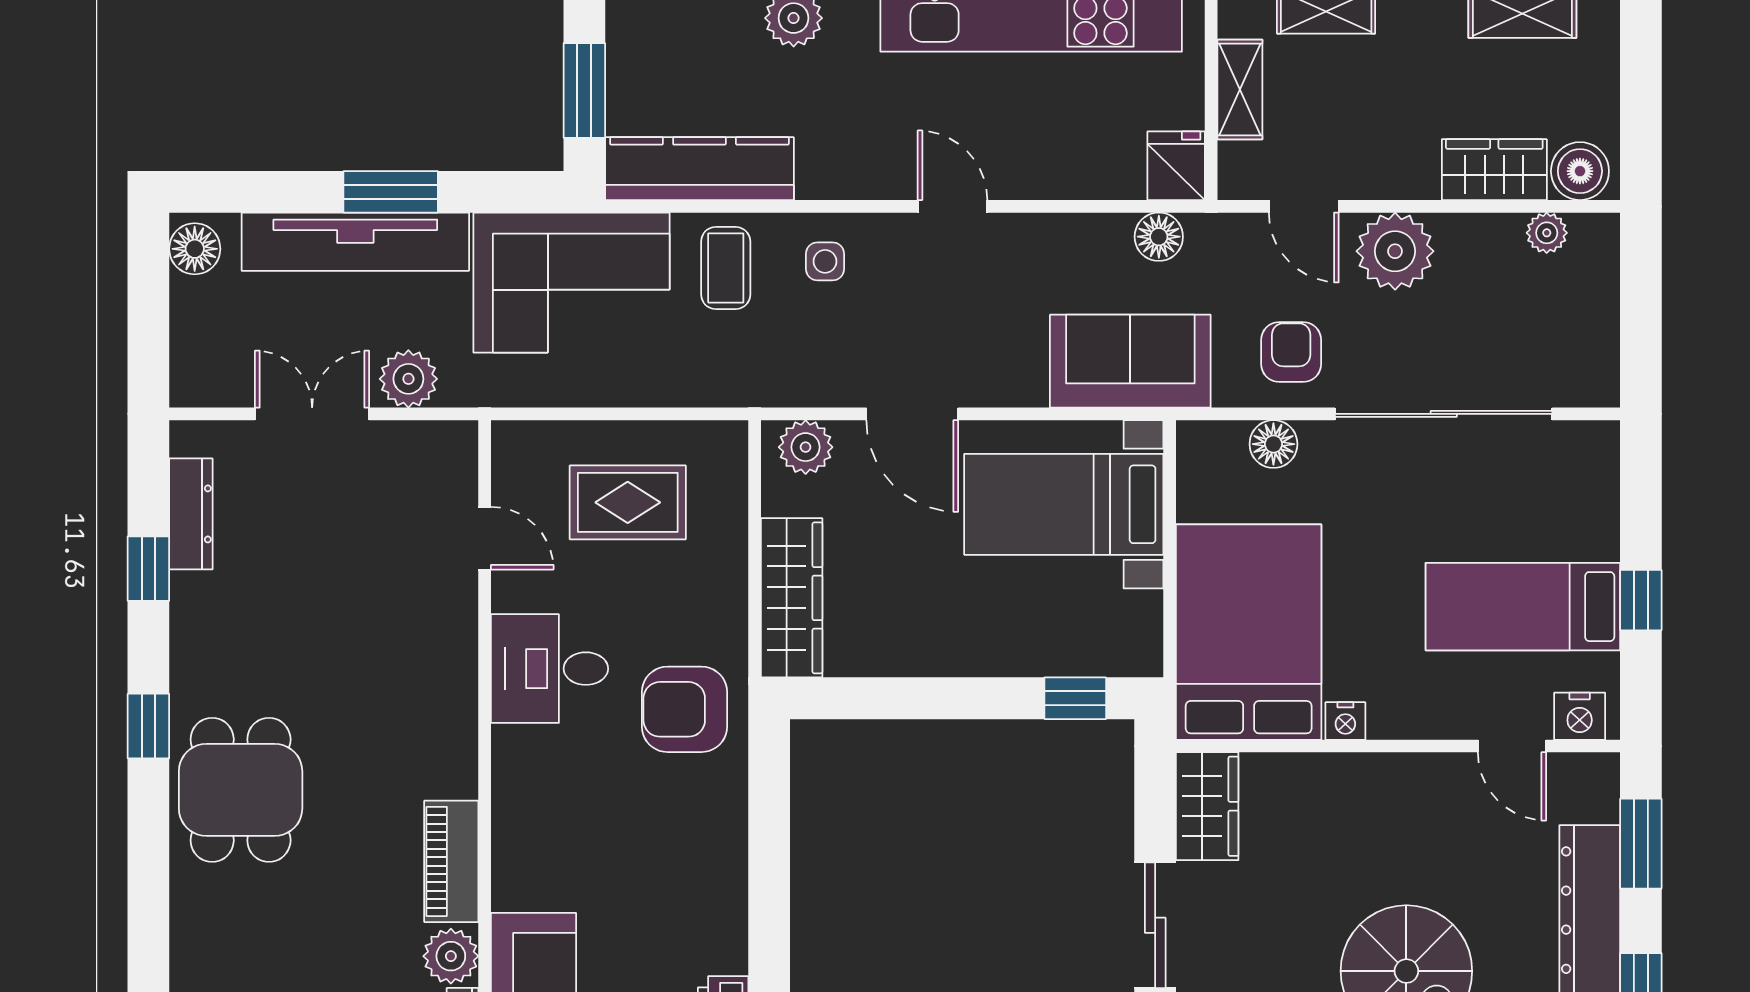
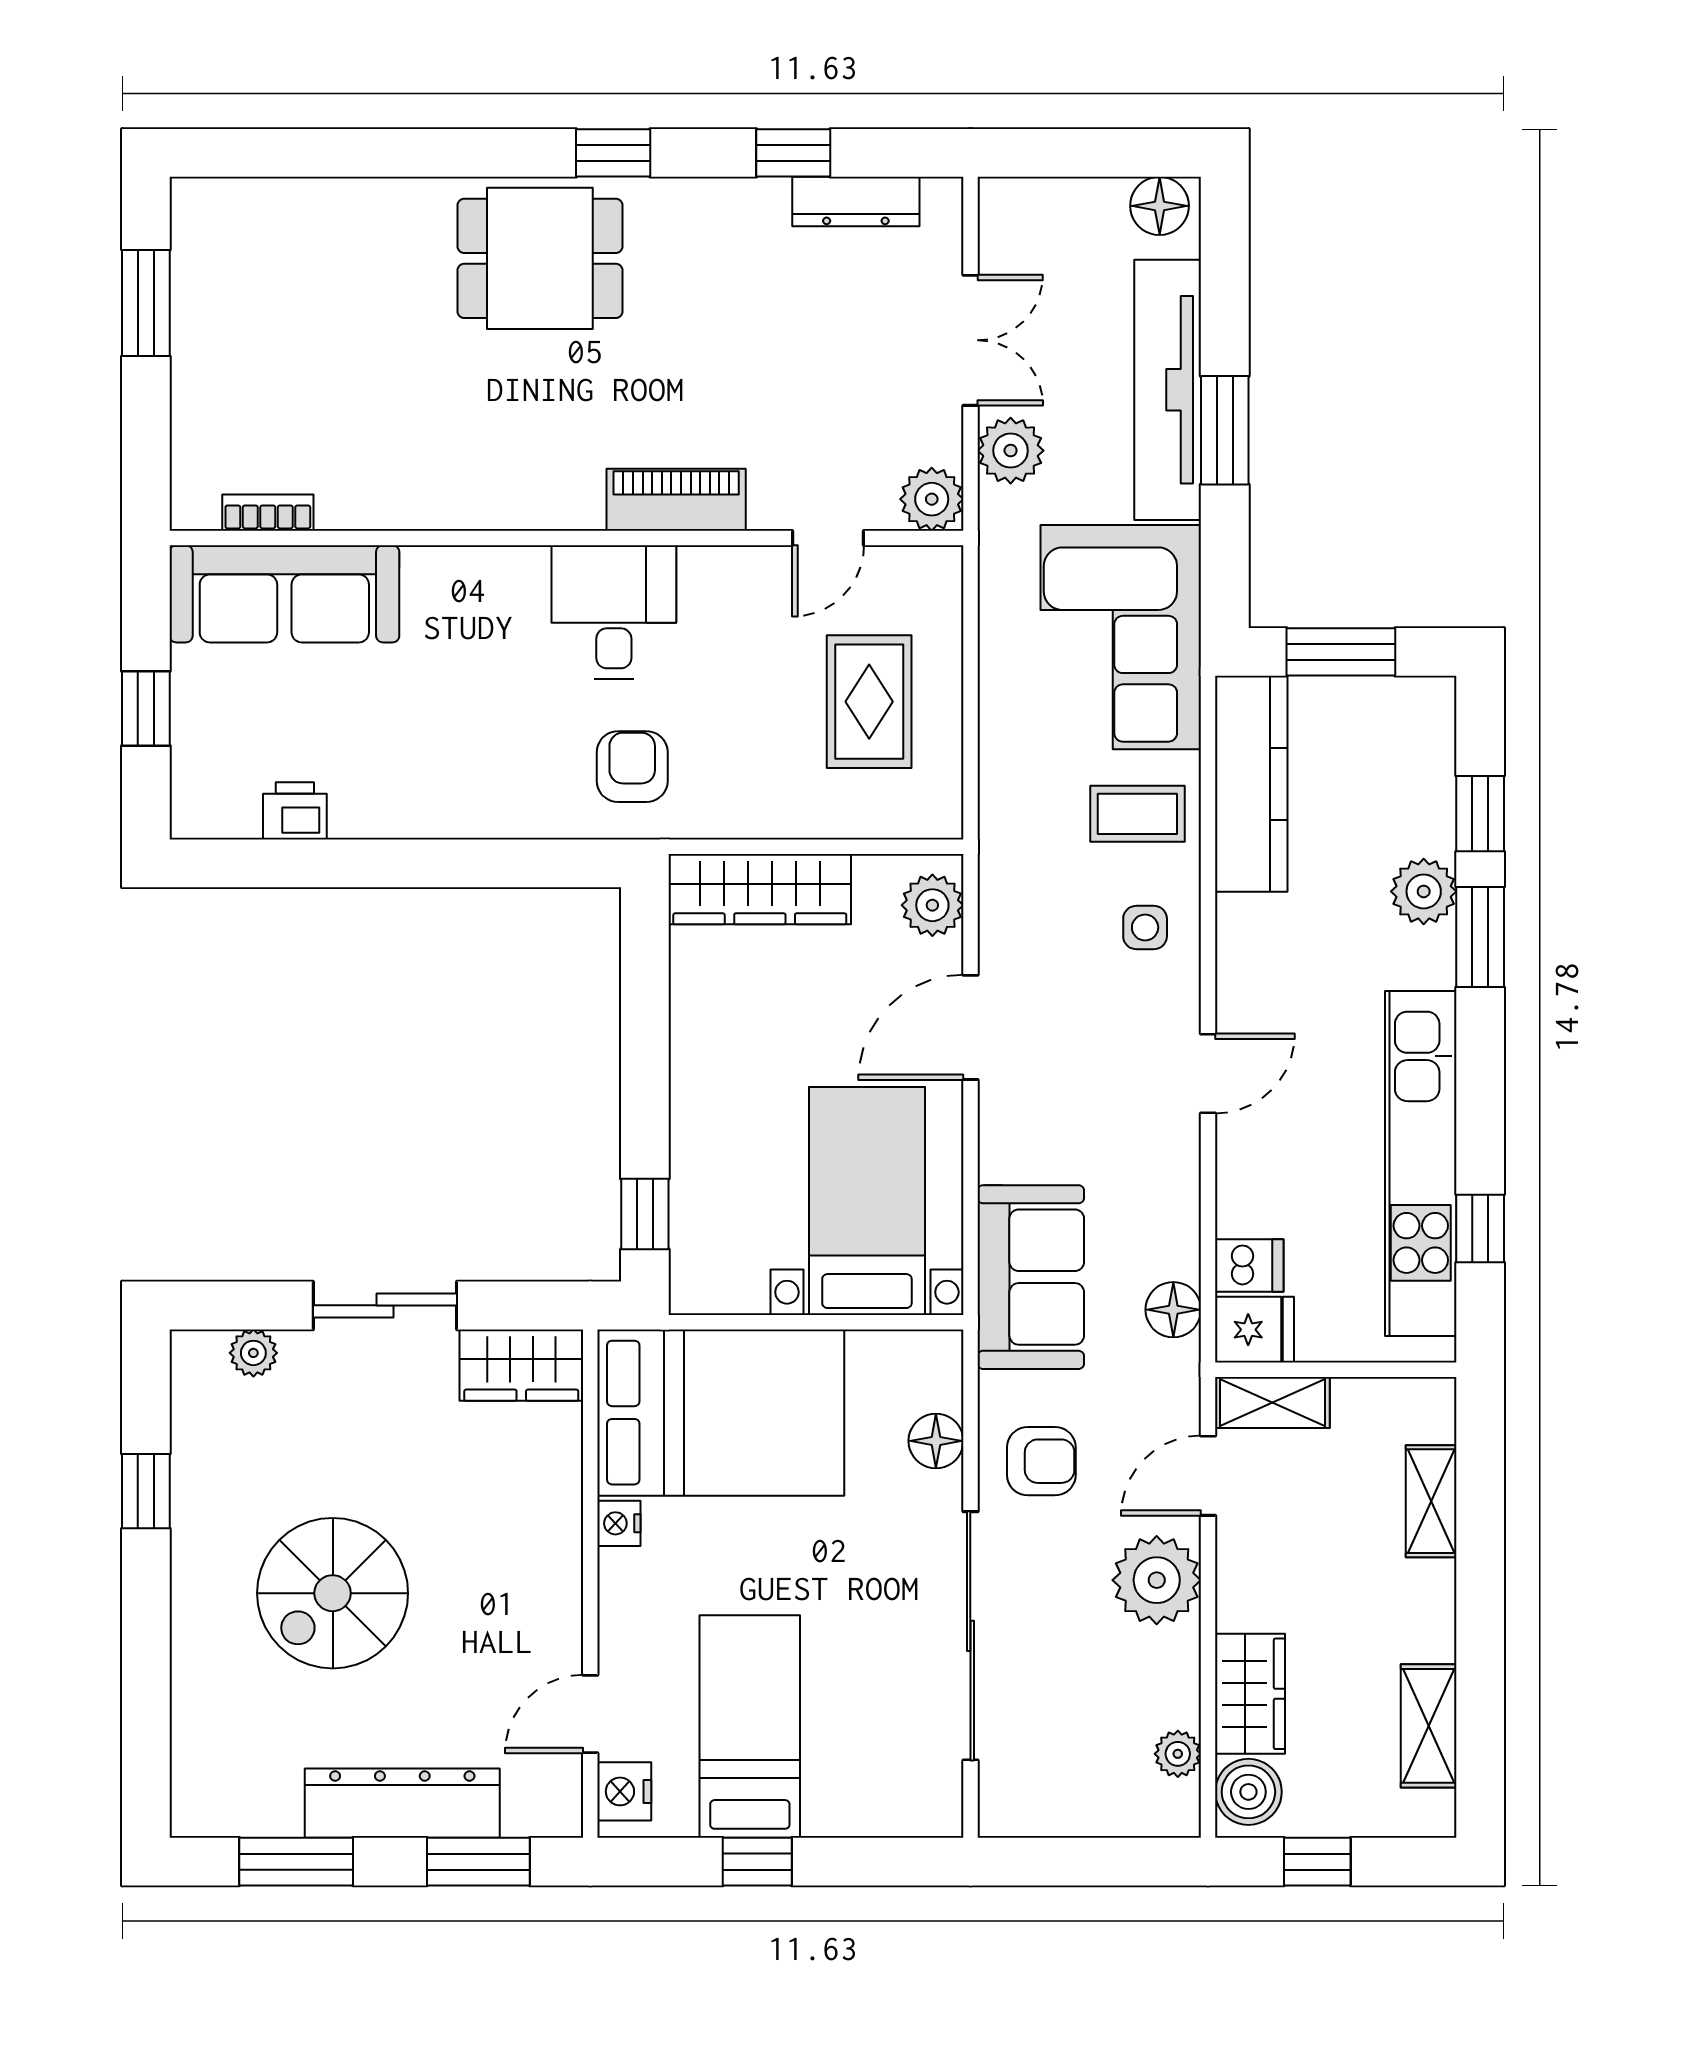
shelving: (1240, 90) -> (1272, 1403), moved
window: (1641, 111) -> (1317, 1862), added
dishwasher: (1120, 170) -> (1249, 1265), added
desk: (550, 669) -> (614, 612), moved
armchair: (684, 709) -> (632, 767), width x0.72, depth x0.72
piano: (451, 861) -> (676, 500), moved
plant: (451, 956) -> (932, 499), moved

